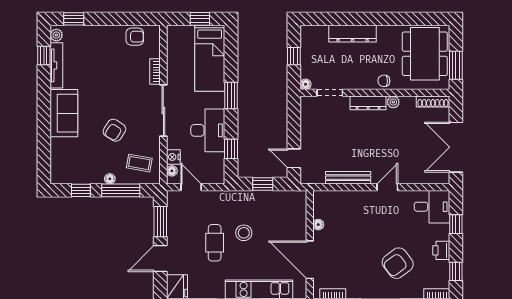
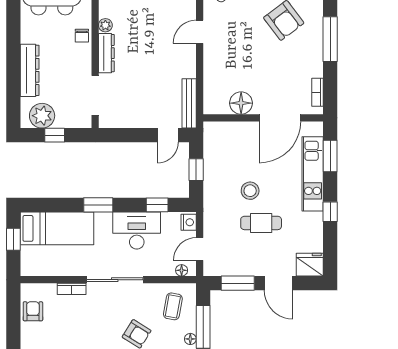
plant: (312, 45) -> (42, 116), added
floor lamp: (306, 84) -> (86, 122), removed
doorway: (330, 93) -> (95, 95), width x1.38
nightstand: (173, 157) -> (189, 222), moved, turned -90
bench: (348, 178) -> (189, 103), moved
door: (387, 187) -> (200, 32), hinge flipped
floor lamp: (318, 225) -> (241, 103), width x1.89, depth x1.89

